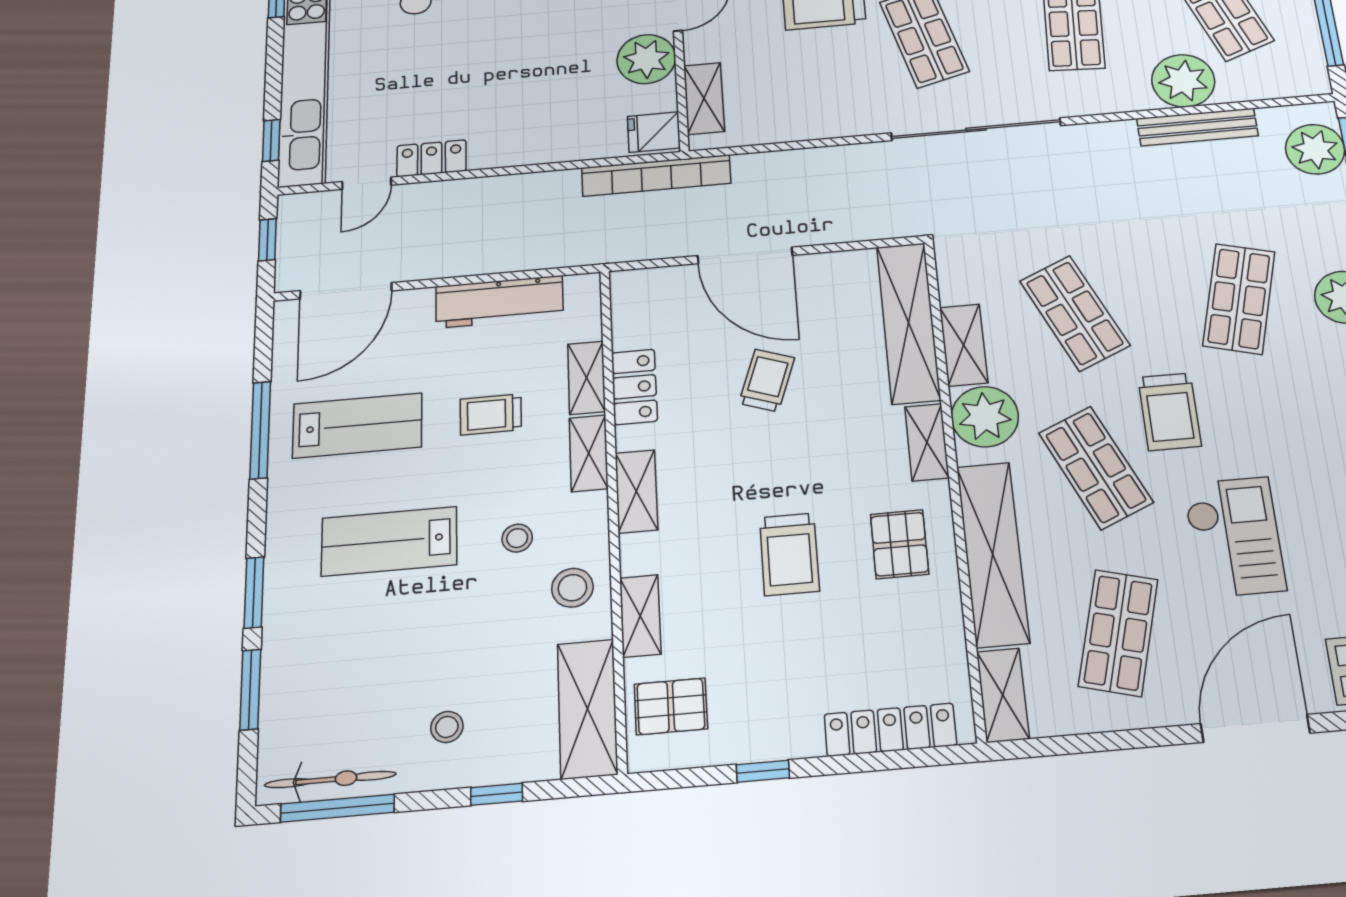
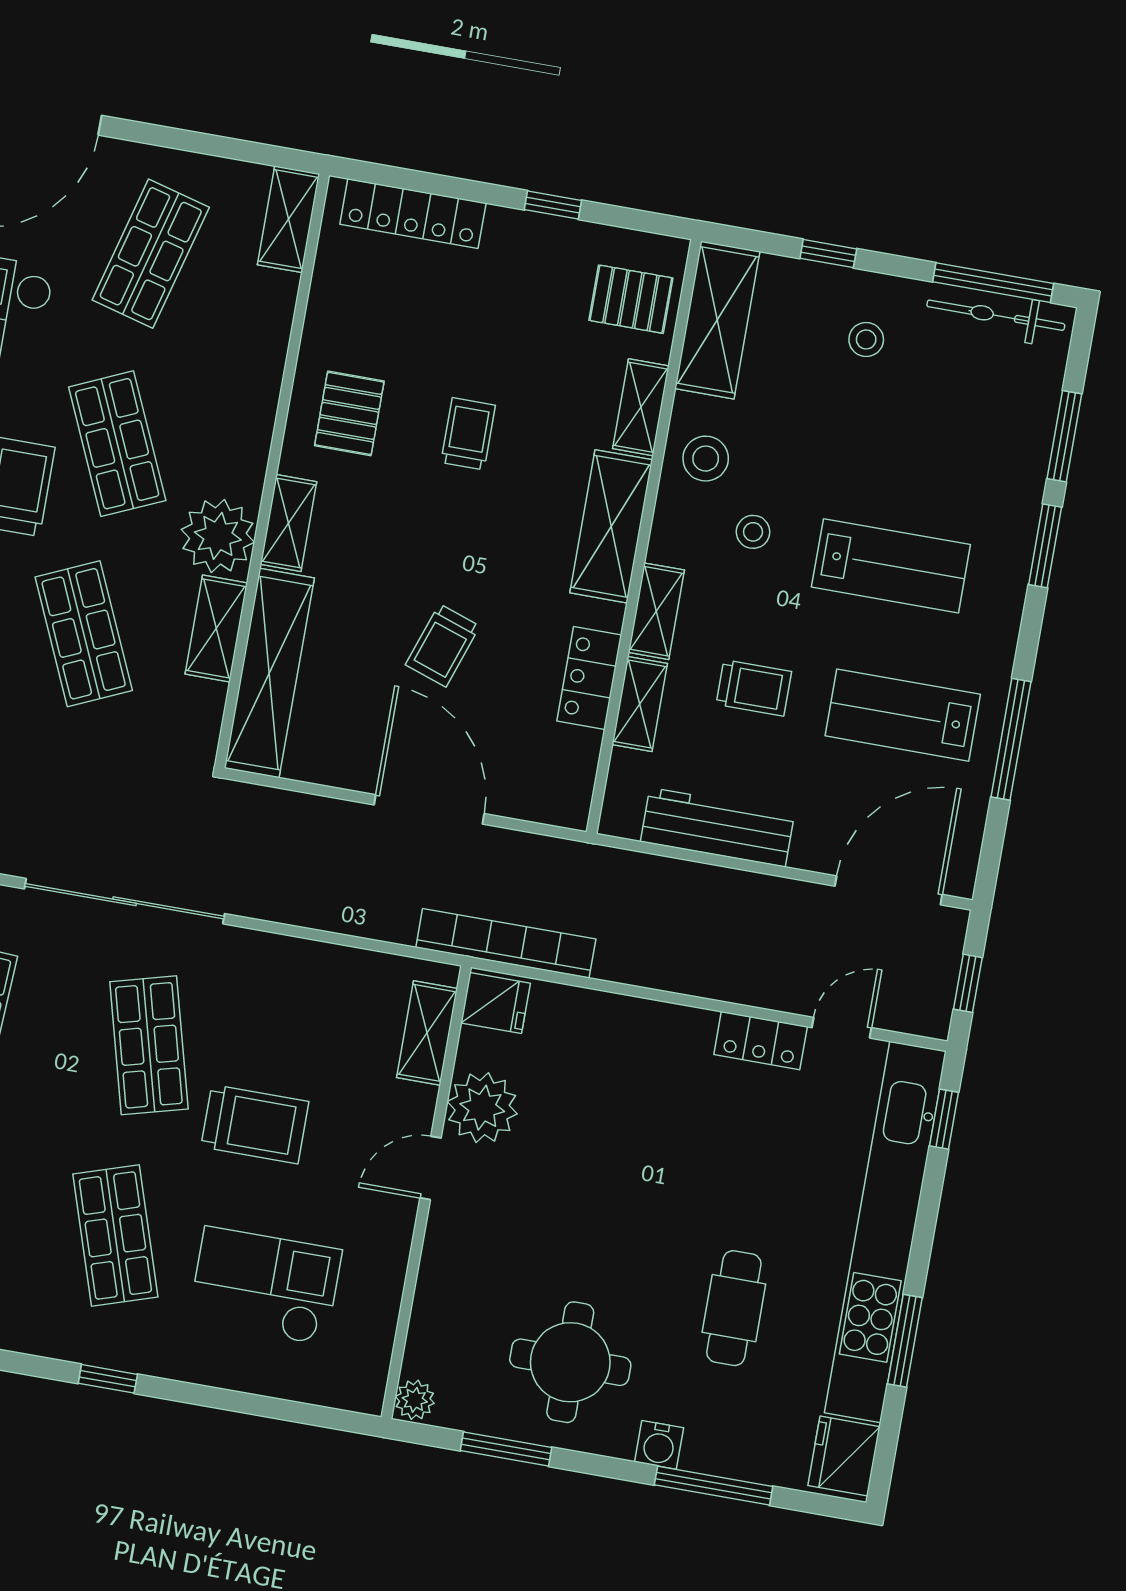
shelving: (636, 491) -> (611, 526), width x1.50, depth x1.33
trolley: (789, 554) -> (468, 434), width x0.73, depth x0.72
shelving: (993, 554) -> (255, 376), removed

